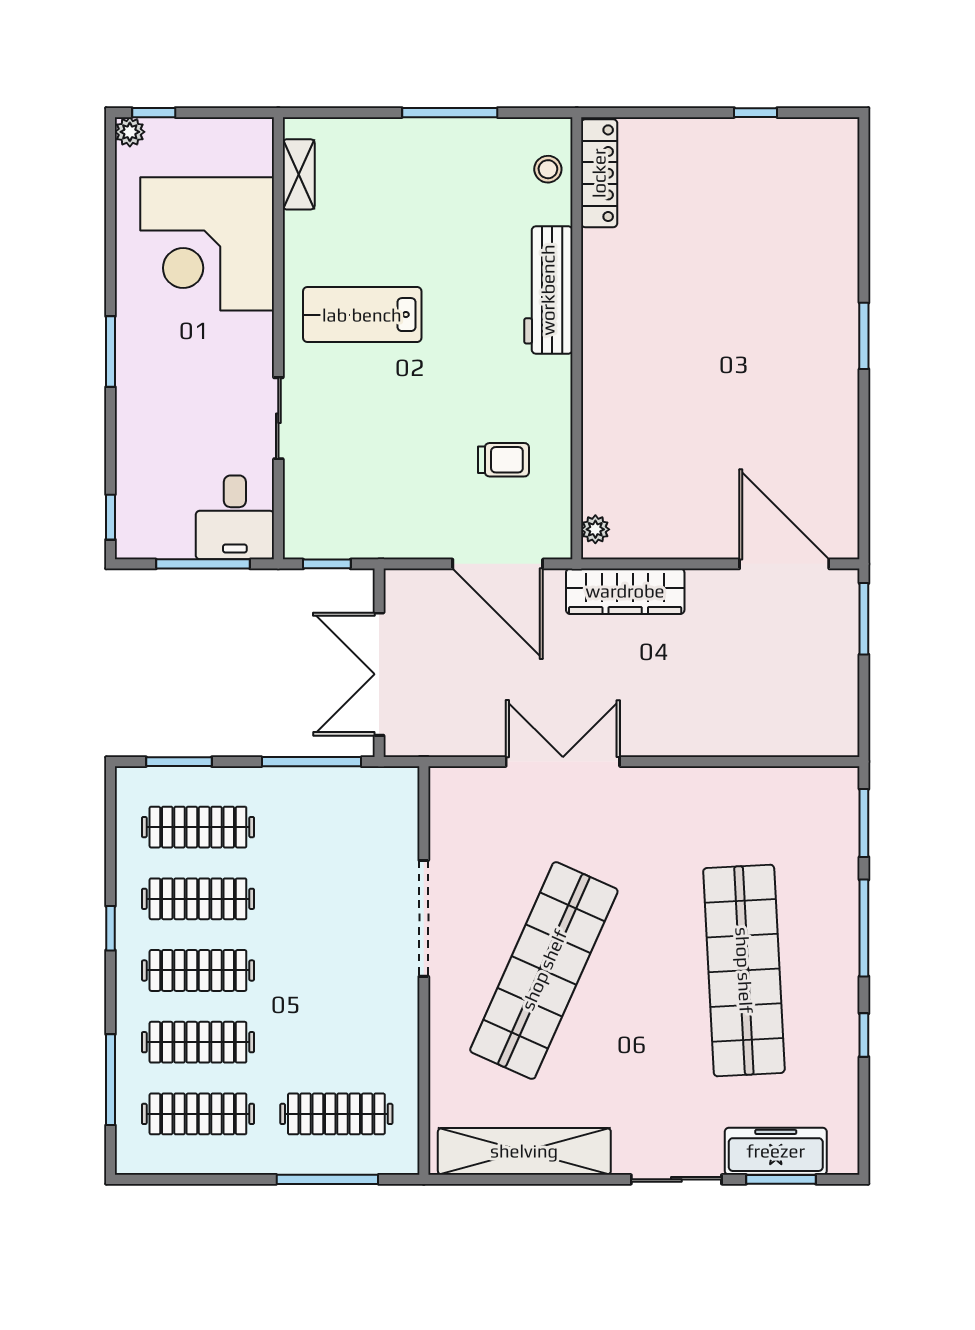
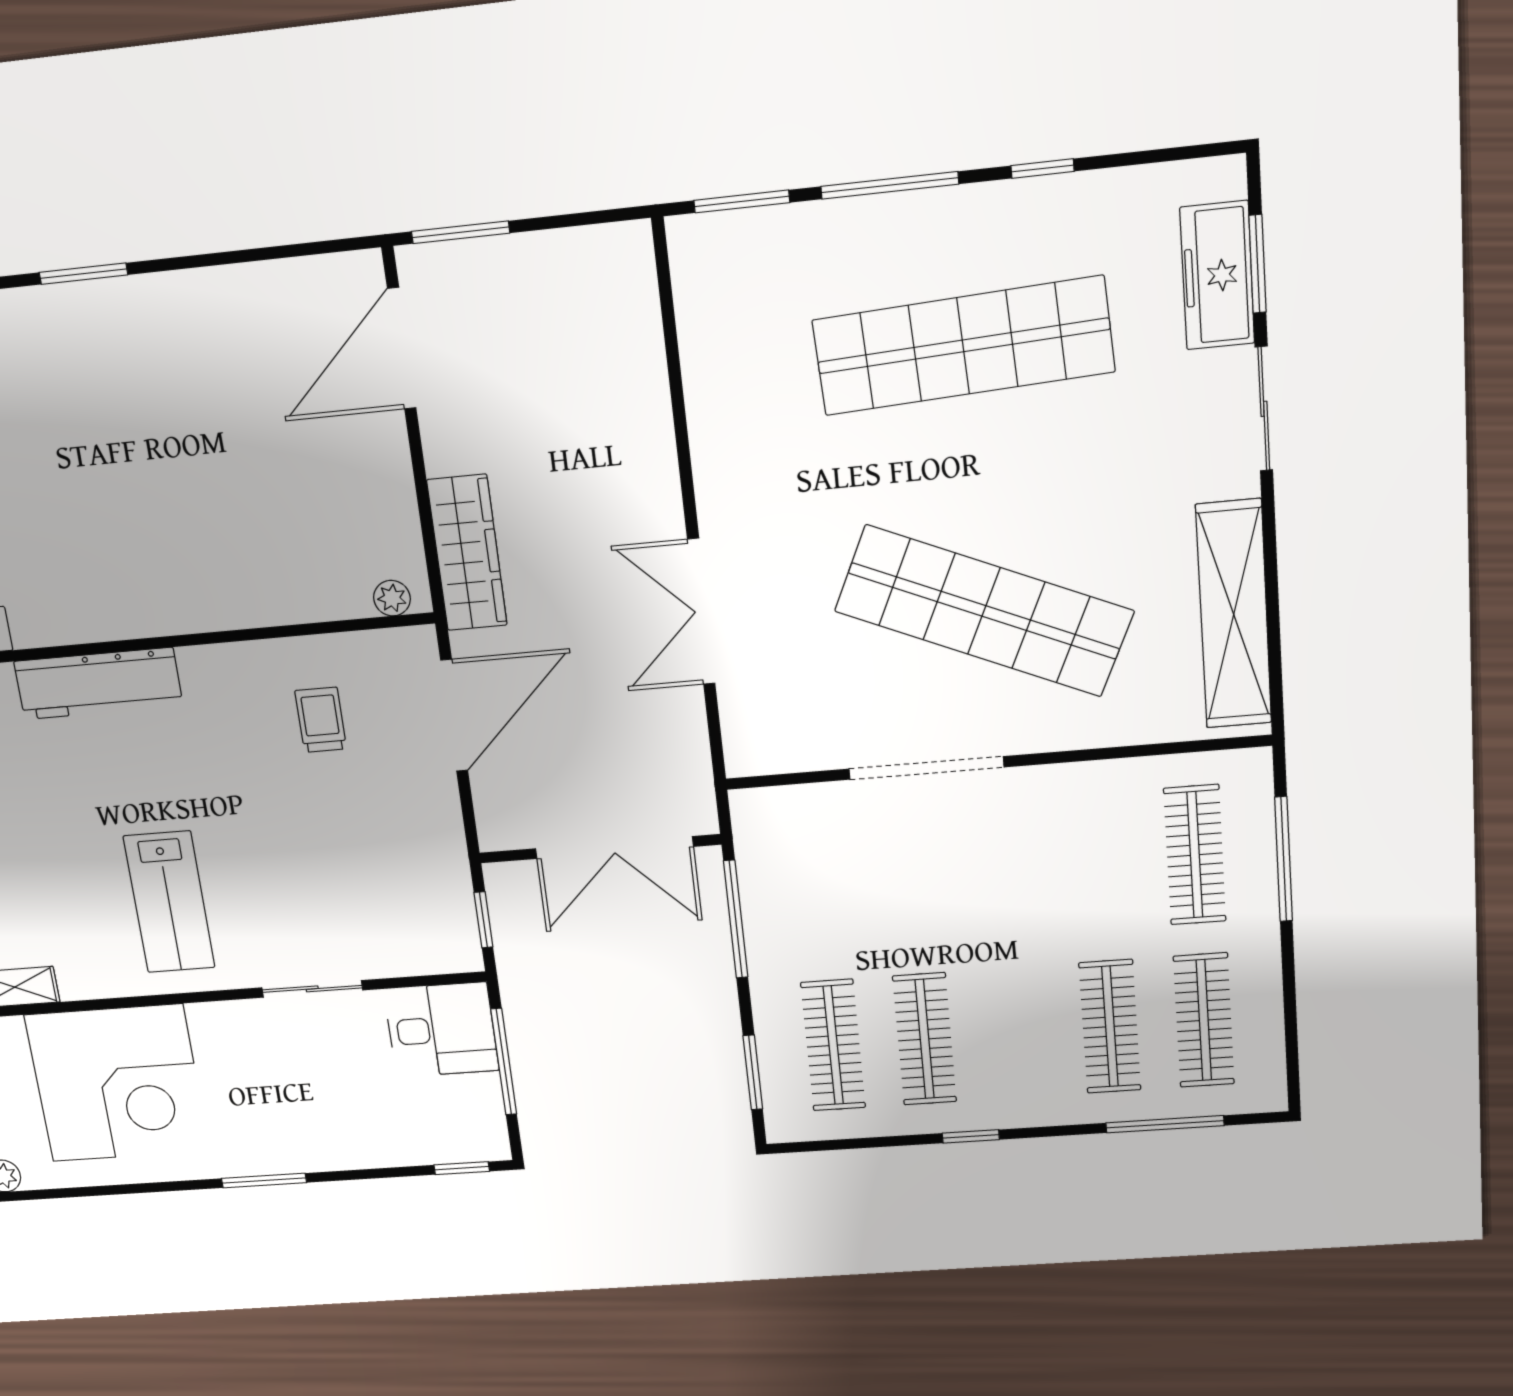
clothes rail: (198, 970) -> (1017, 1033), removed

